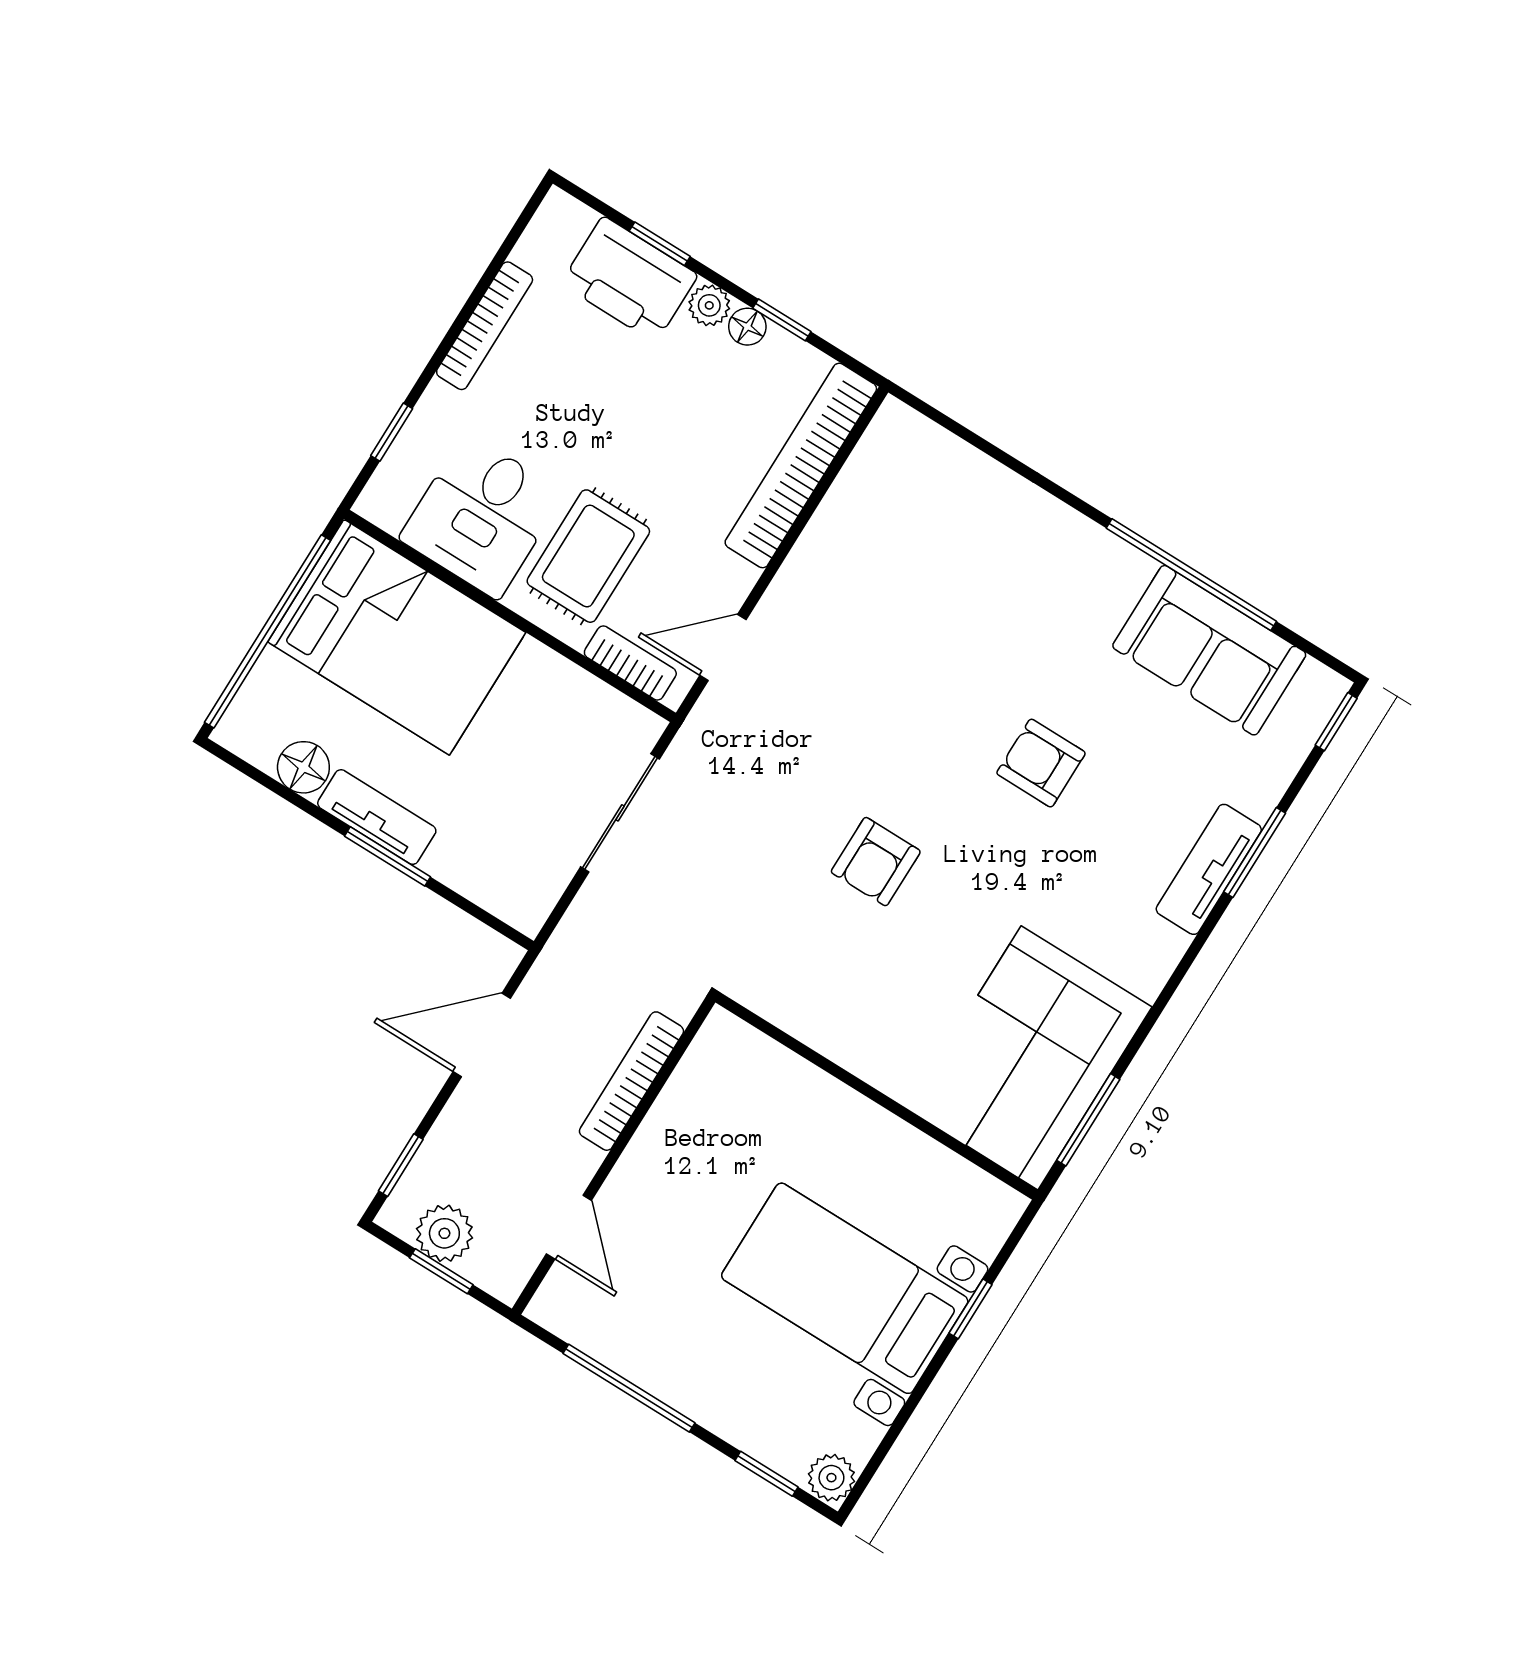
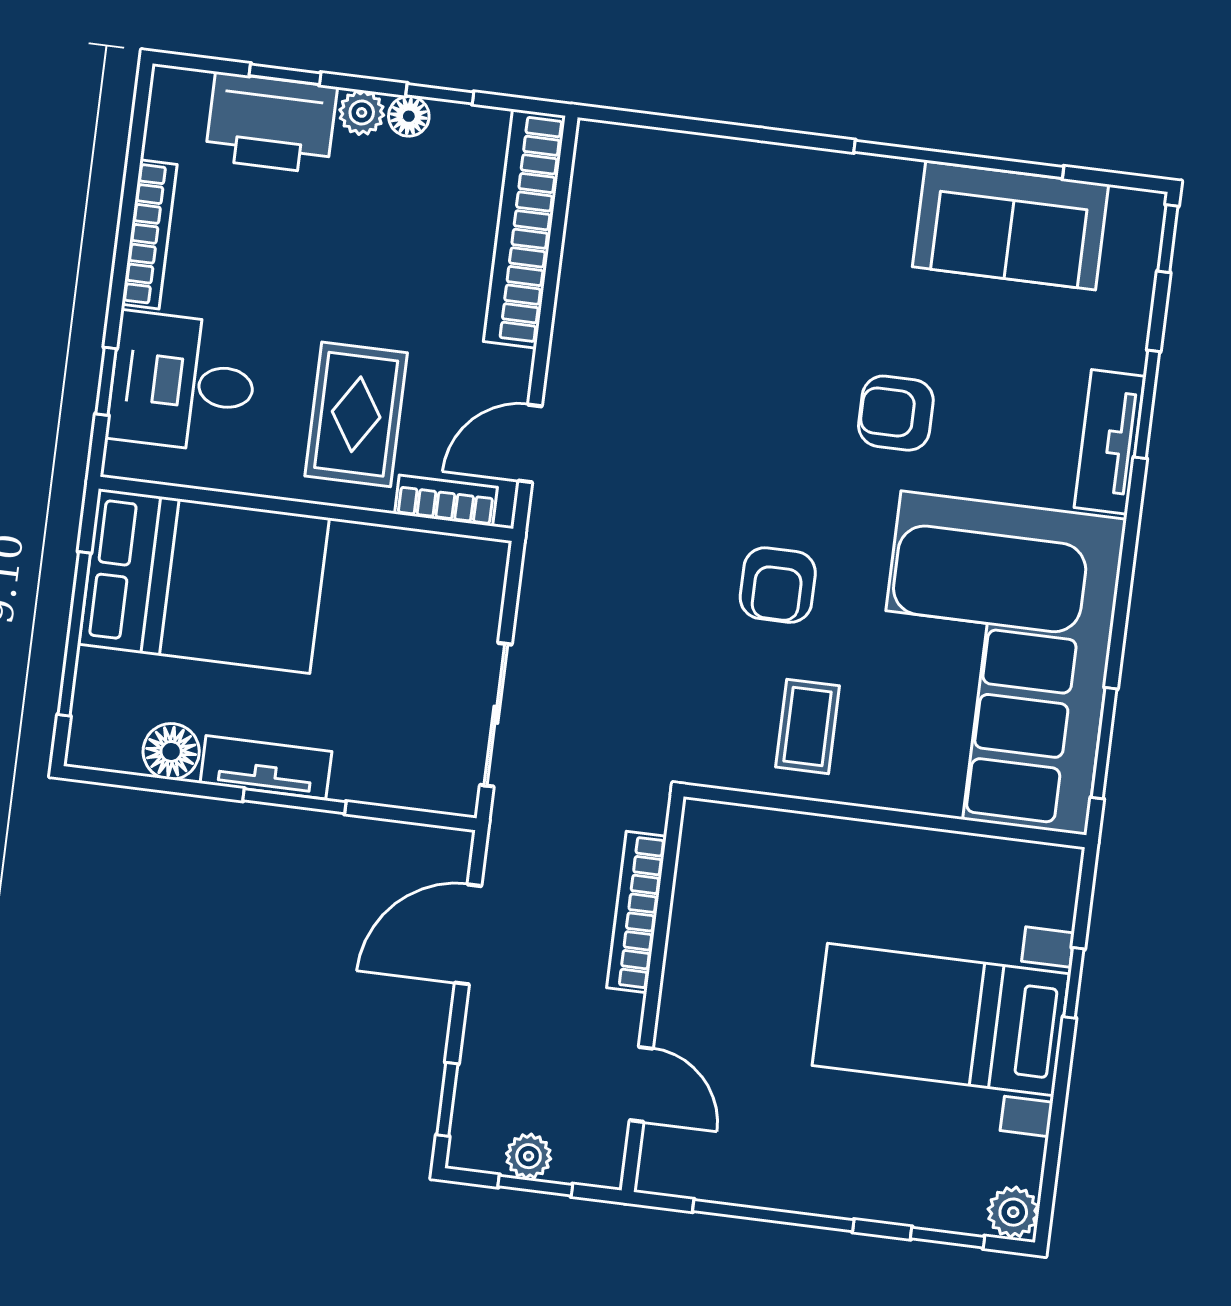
desk: (482, 516) -> (183, 382), moved, turned 90
window: (268, 631) -> (74, 634), width x0.68
sliding door: (620, 813) -> (496, 715), moved
coffee table: (846, 991) -> (808, 726), added
corner sofa: (1030, 1058) -> (994, 663), width x1.36, depth x1.36
plant: (444, 1233) -> (529, 1156), width x0.73, depth x0.73

